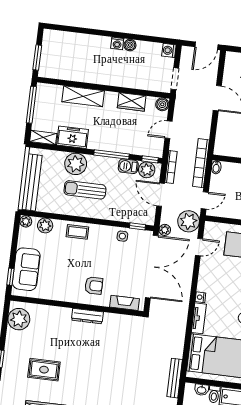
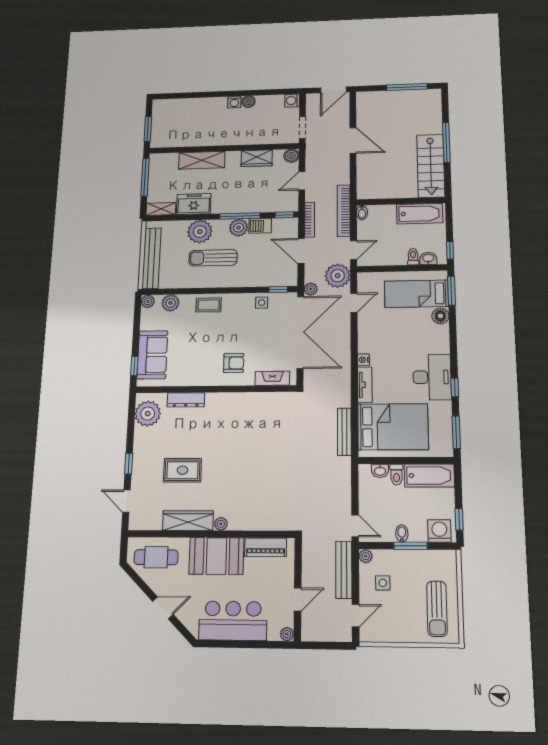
plant: (147, 170) -> (239, 228), moved
dresser: (87, 316) -> (186, 400), moved
bench: (175, 378) -> (344, 432), moved

